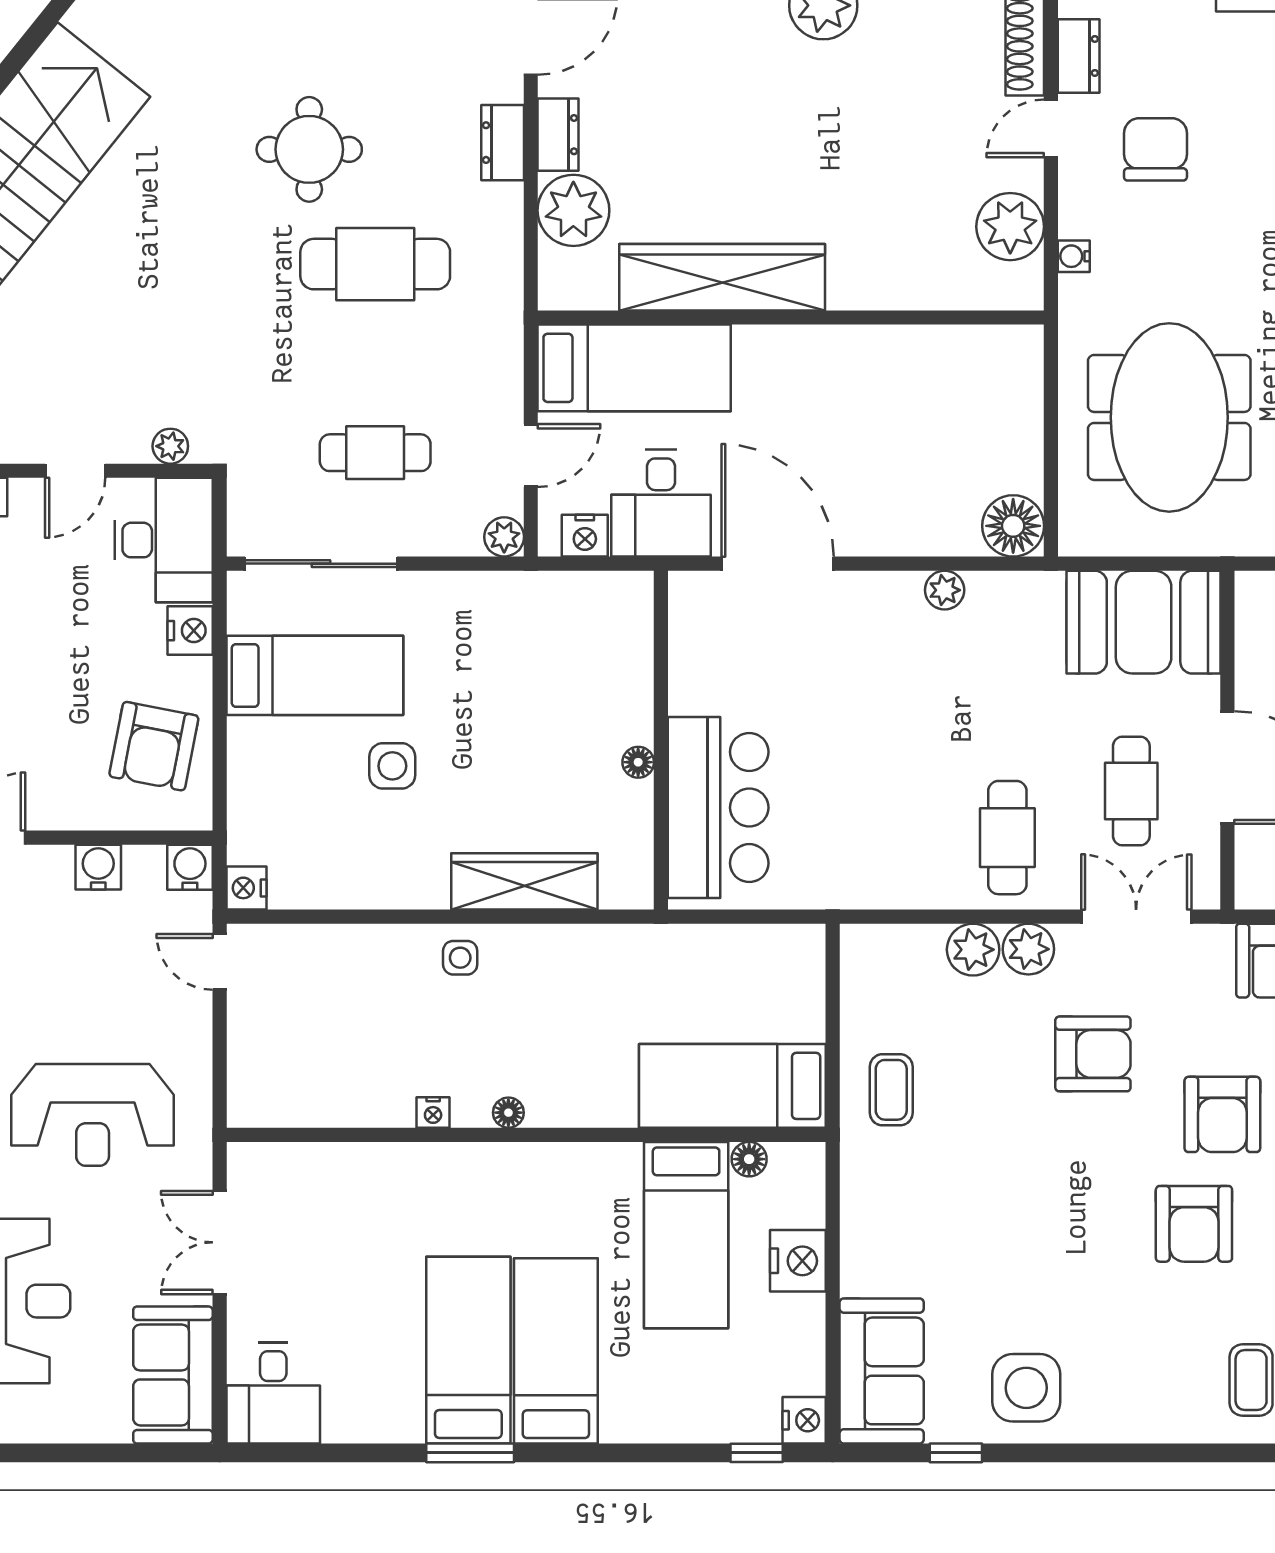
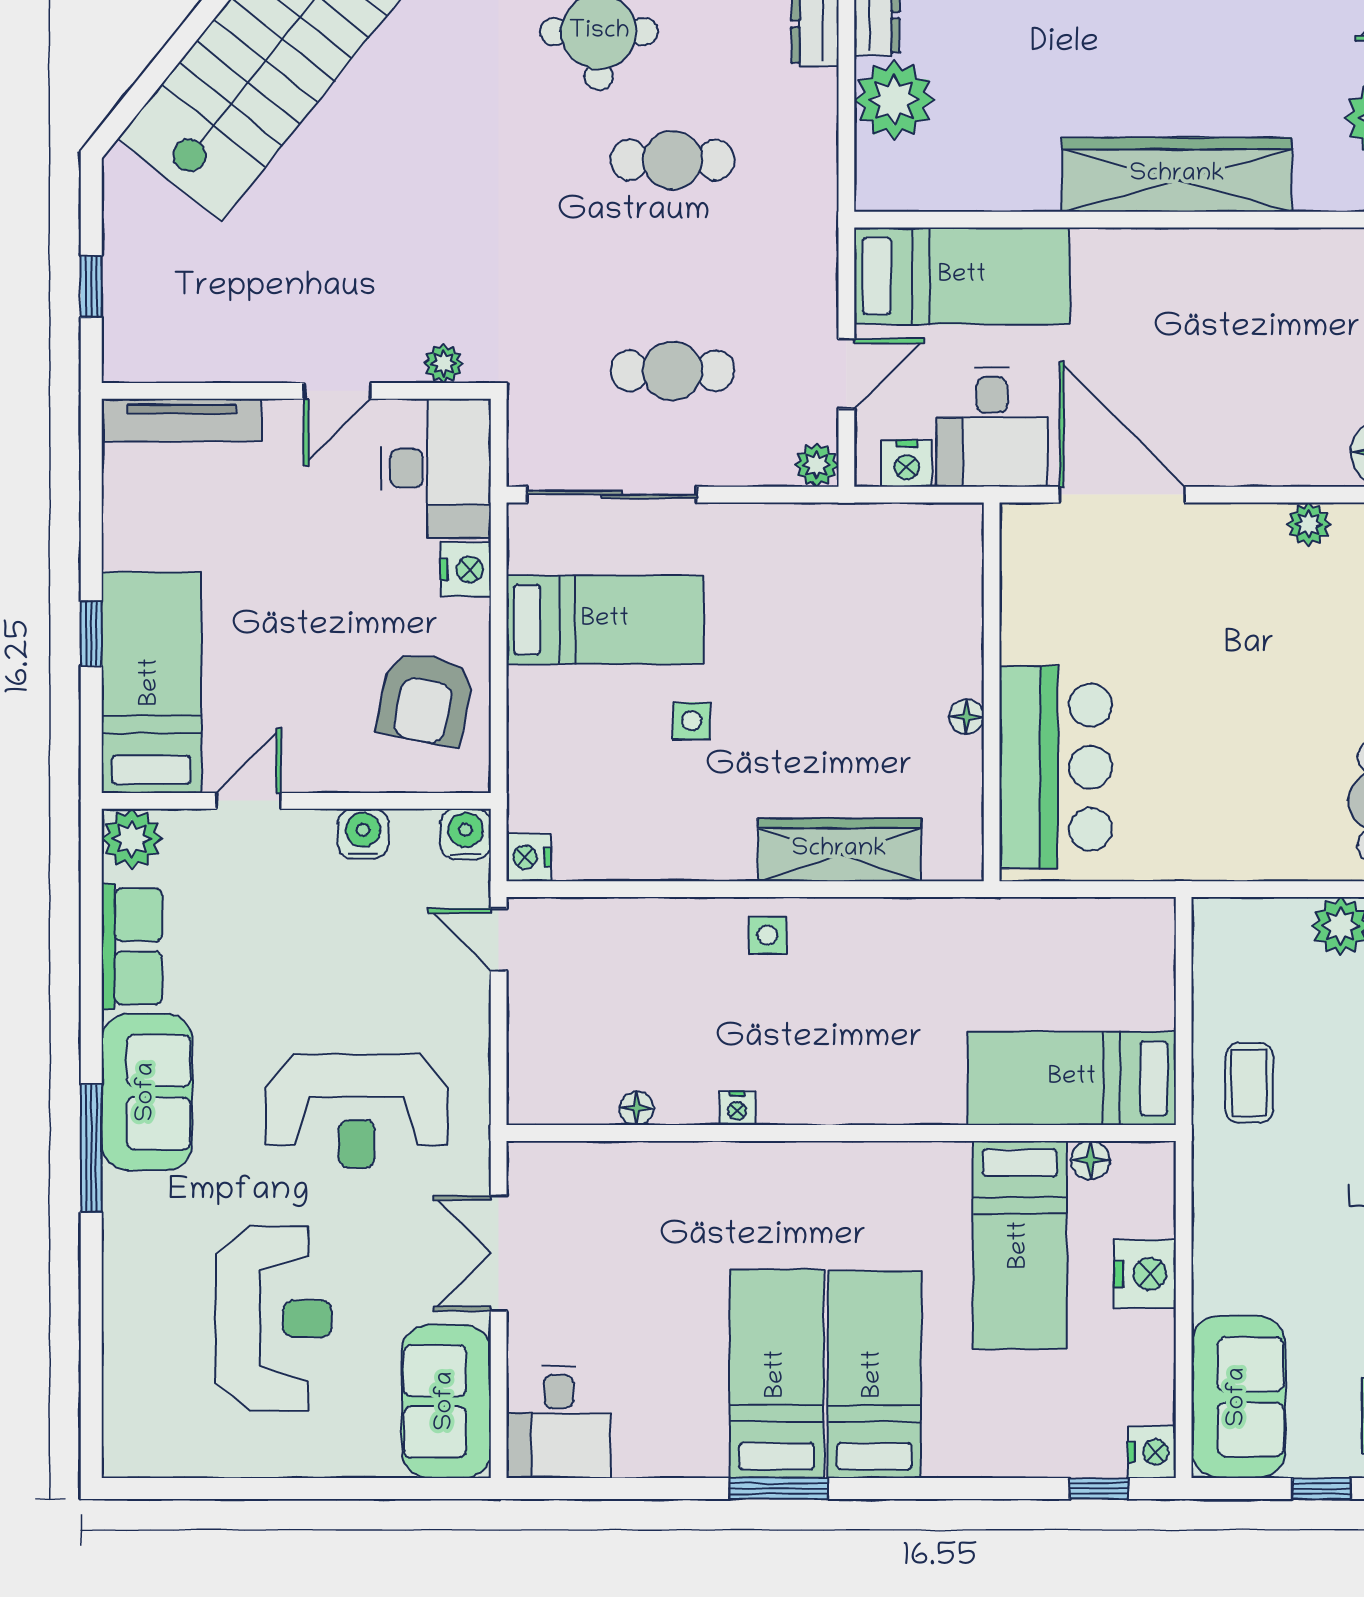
cafe table: (375, 264) -> (672, 160), width x0.73, depth x0.74
wardrobe: (722, 277) -> (1177, 175), moved
side table: (392, 766) -> (692, 721), width x0.73, depth x0.73
floor lamp: (508, 1113) -> (637, 1108), moved

